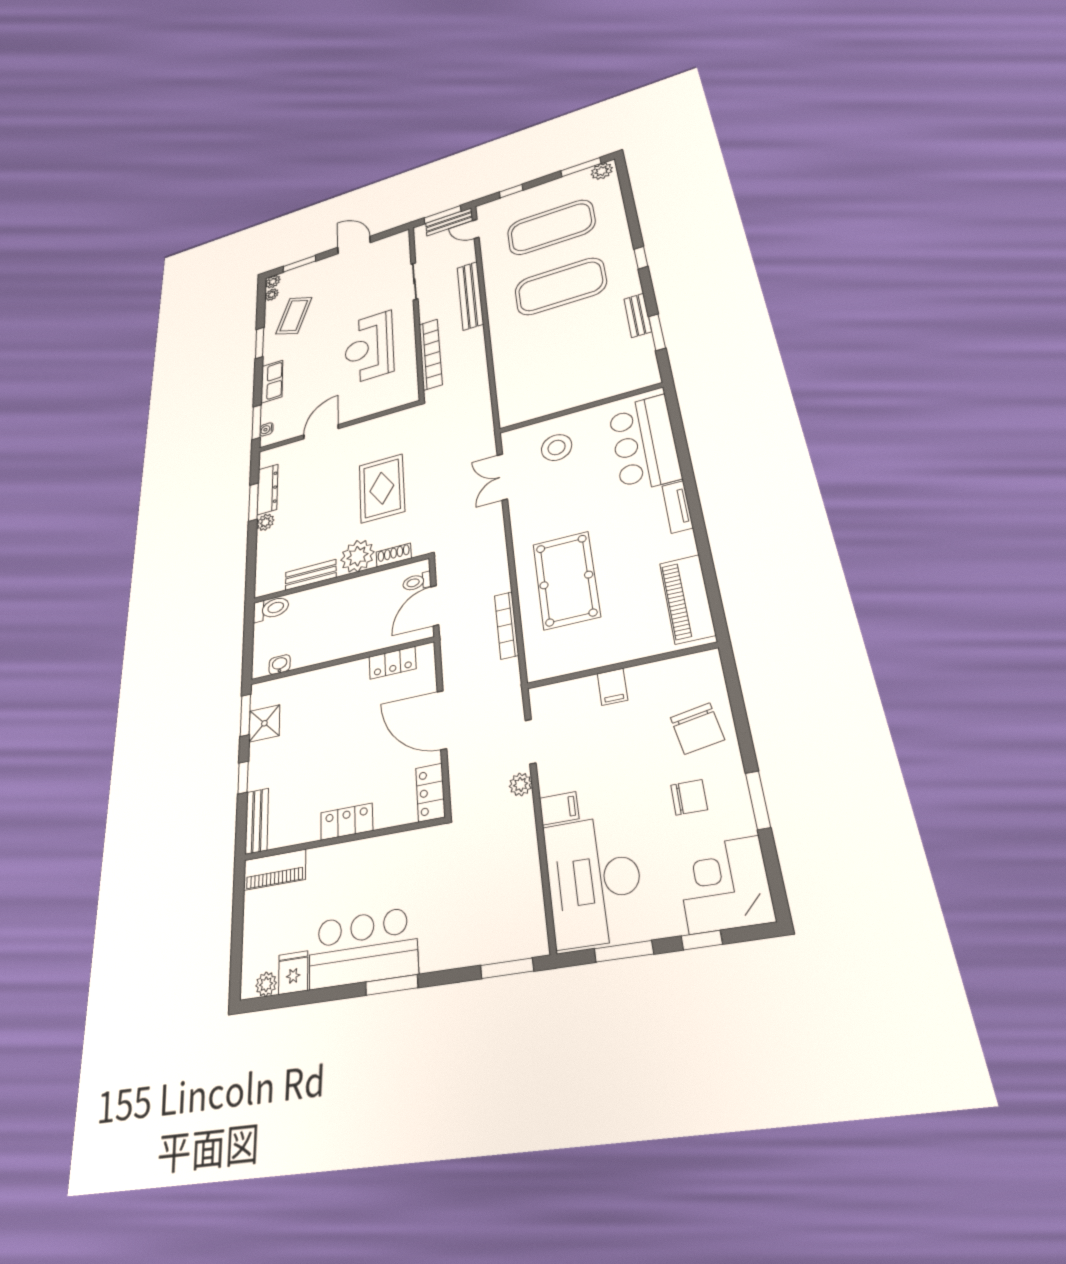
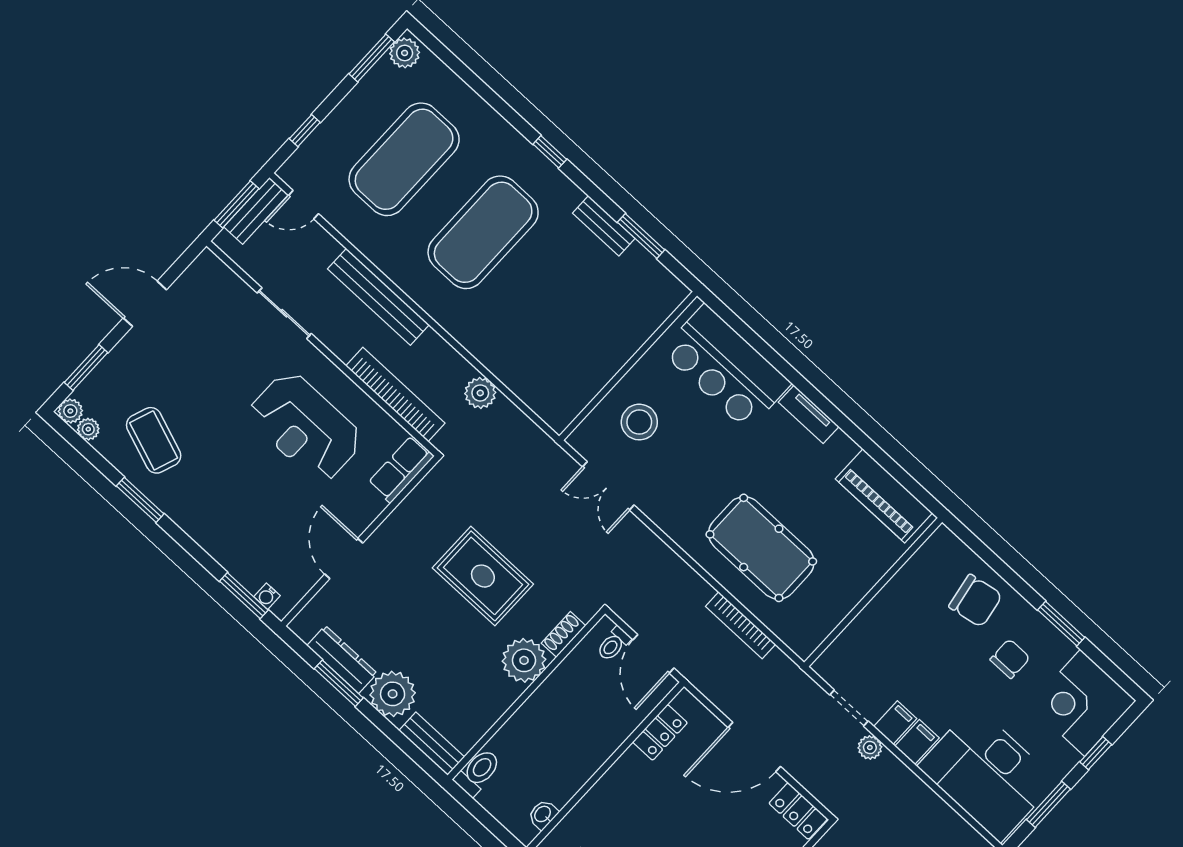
plant: (477, 378) -> (480, 393), added
row of seats: (272, 381) -> (401, 469), moved, turned -90
plant: (265, 522) -> (393, 694), width x1.88, depth x1.88
bench: (311, 575) -> (432, 744), moved, turned 90
filing cabinet: (612, 687) -> (895, 723), moved, turned -90

